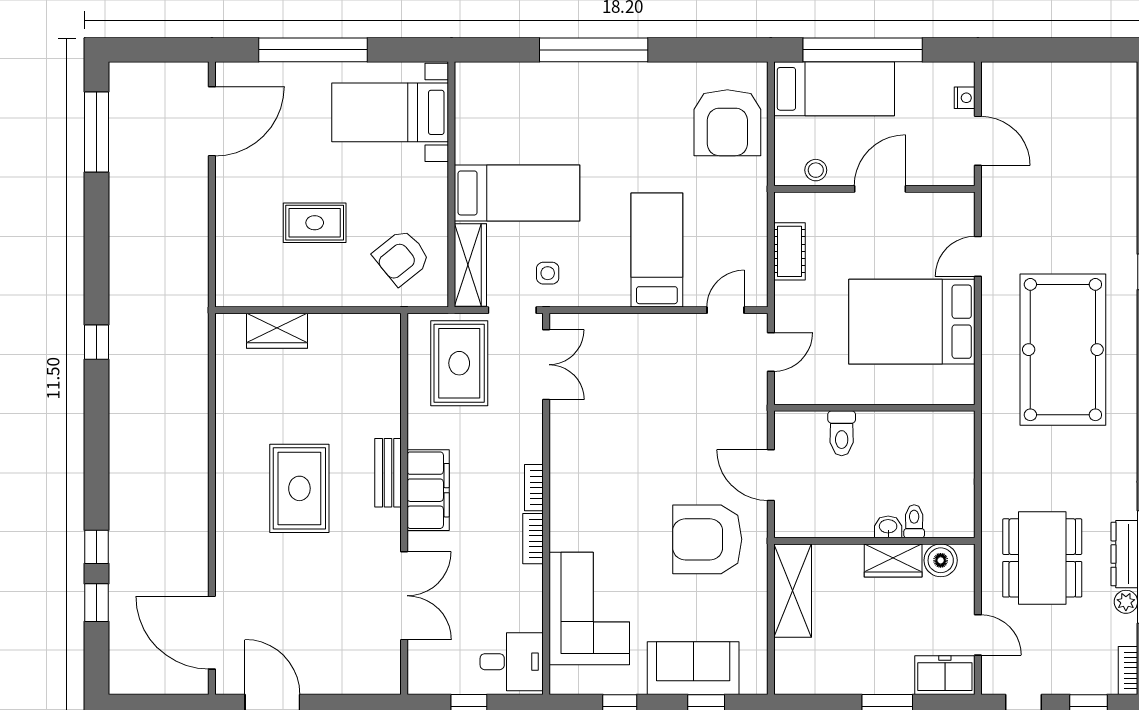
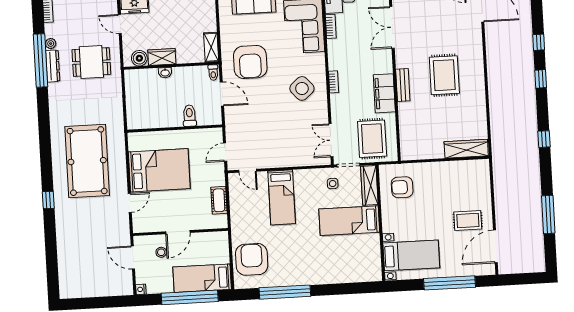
window: (594, 50) -> (285, 292), moved
nightstand: (965, 98) -> (141, 289), moved
window: (97, 132) -> (548, 214), moved
stool: (816, 170) -> (161, 252), moved
rug: (315, 223) -> (468, 220), moved
armchair: (402, 257) -> (402, 187), turned -141
door: (726, 310) -> (248, 171), hinge flipped
wardrobe: (277, 331) -> (466, 149), width x1.50
side table: (601, 477) -> (302, 88), added
filing cabinet: (428, 490) -> (384, 93), moved
toilet: (914, 521) -> (213, 73), moved
bookcase: (533, 539) -> (331, 26), moved
armchair: (707, 539) -> (250, 62), turned 90
dining table: (1042, 558) -> (91, 62), width x0.73
shelving: (793, 591) -> (211, 47), width x0.67, depth x0.75
window: (97, 603) -> (541, 79), moved

